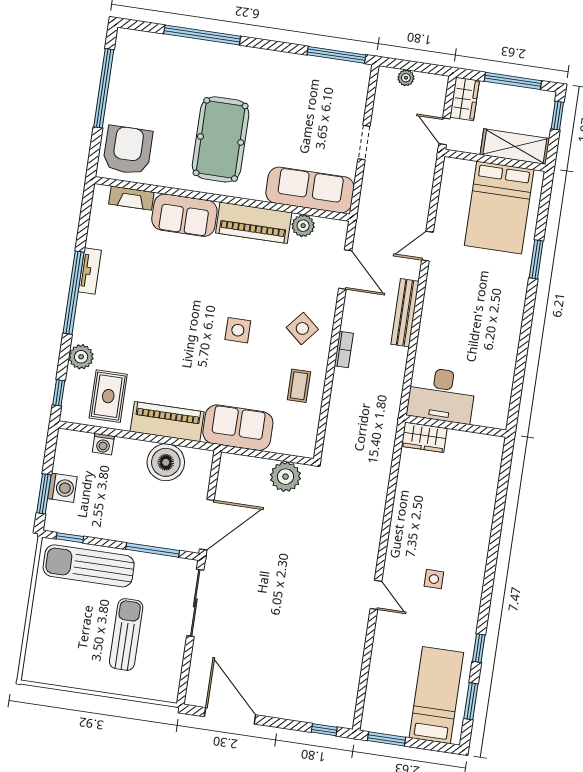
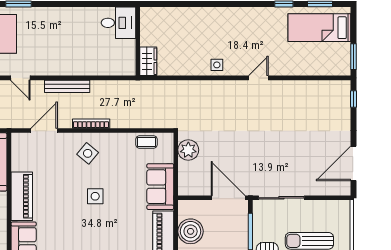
plant: (303, 226) -> (19, 163), removed
bookcase: (344, 350) -> (91, 124), width x1.56
coffee table: (299, 386) -> (146, 142), moved
desk: (441, 395) -> (118, 23), moved, width x0.73
side table: (434, 579) -> (217, 65), moved

